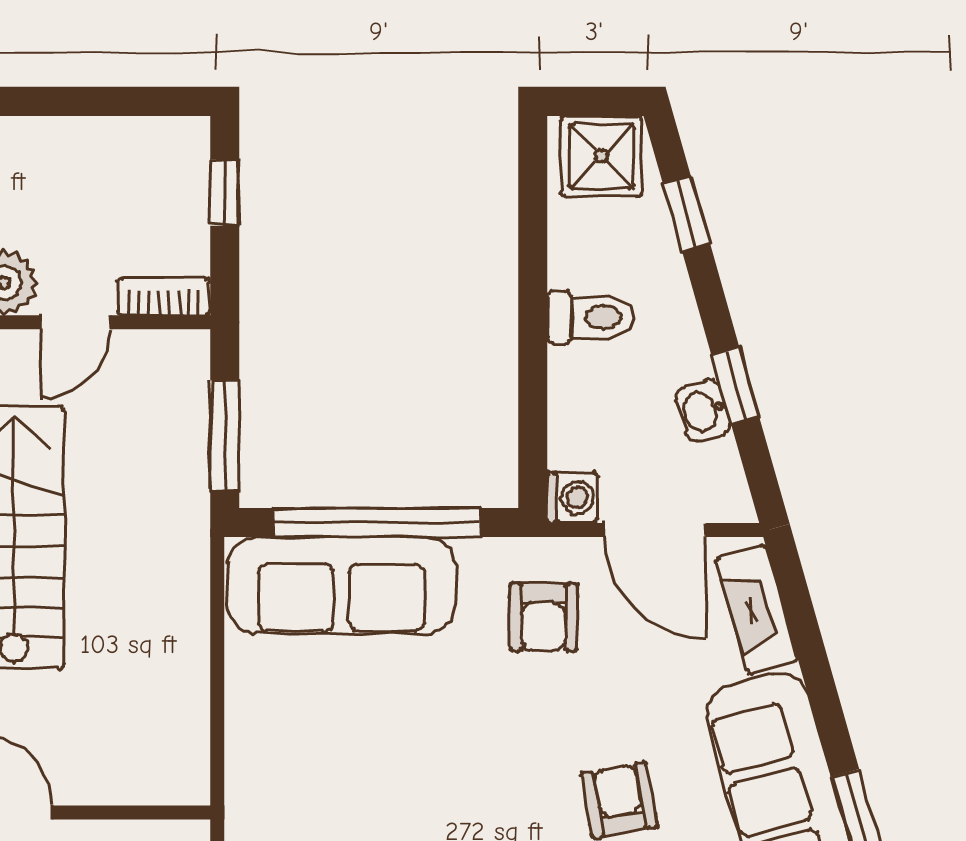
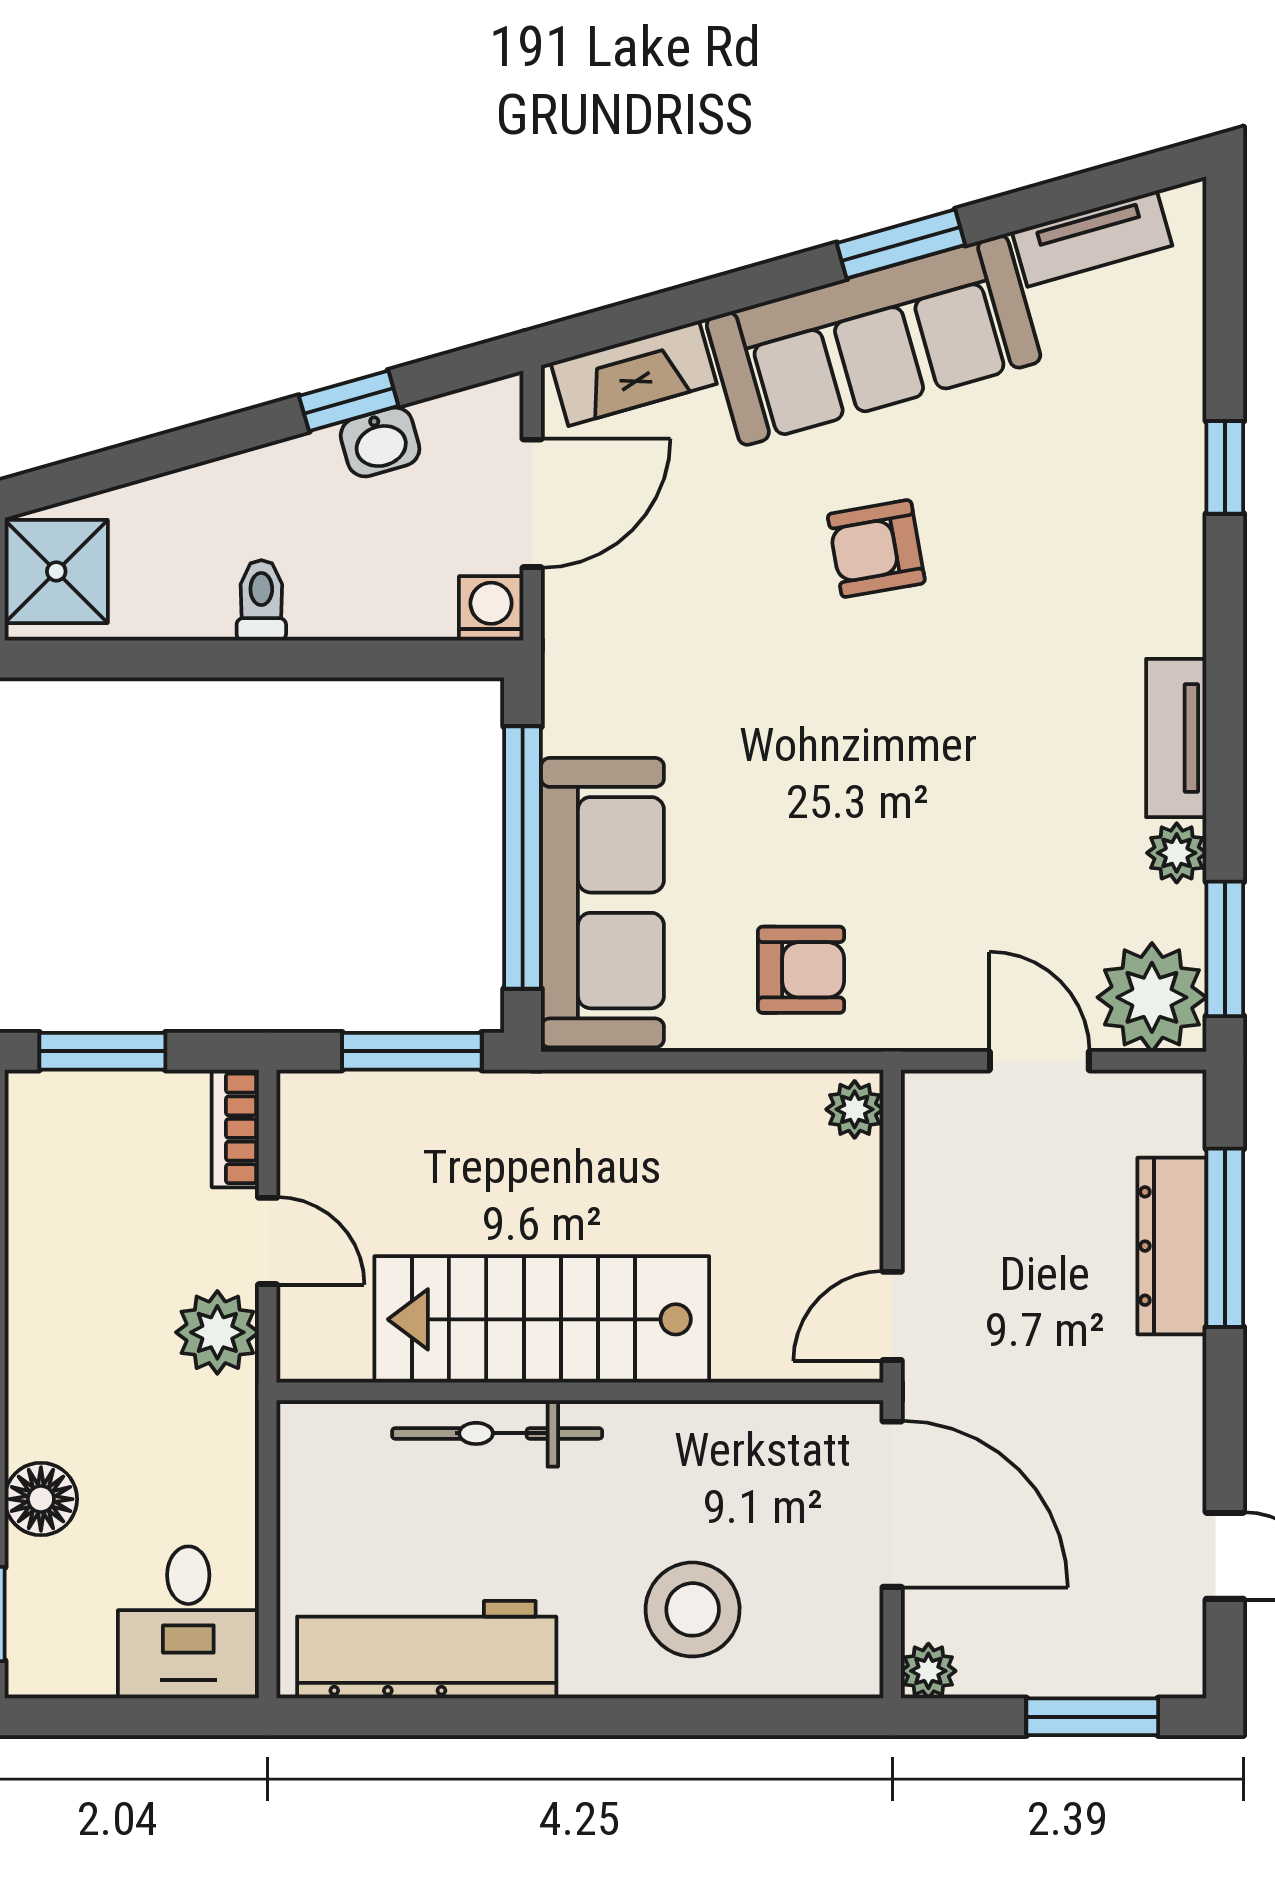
window: (225, 193) -> (102, 1051), width x1.50
window: (686, 214) -> (129, 463), removed
toilet: (591, 317) -> (261, 600), width x0.73, depth x0.72
armchair: (543, 617) -> (801, 970), moved
plant: (179, 783) -> (855, 1109), added

